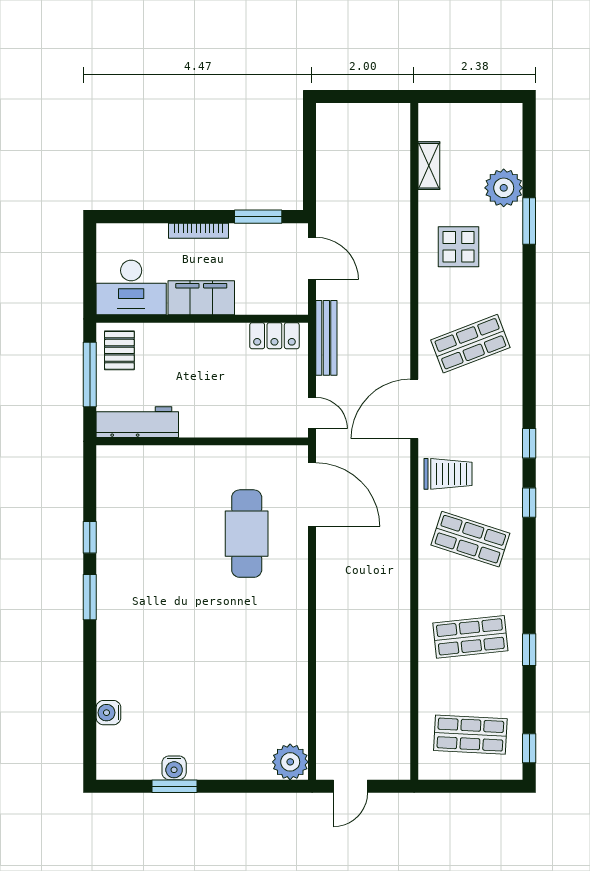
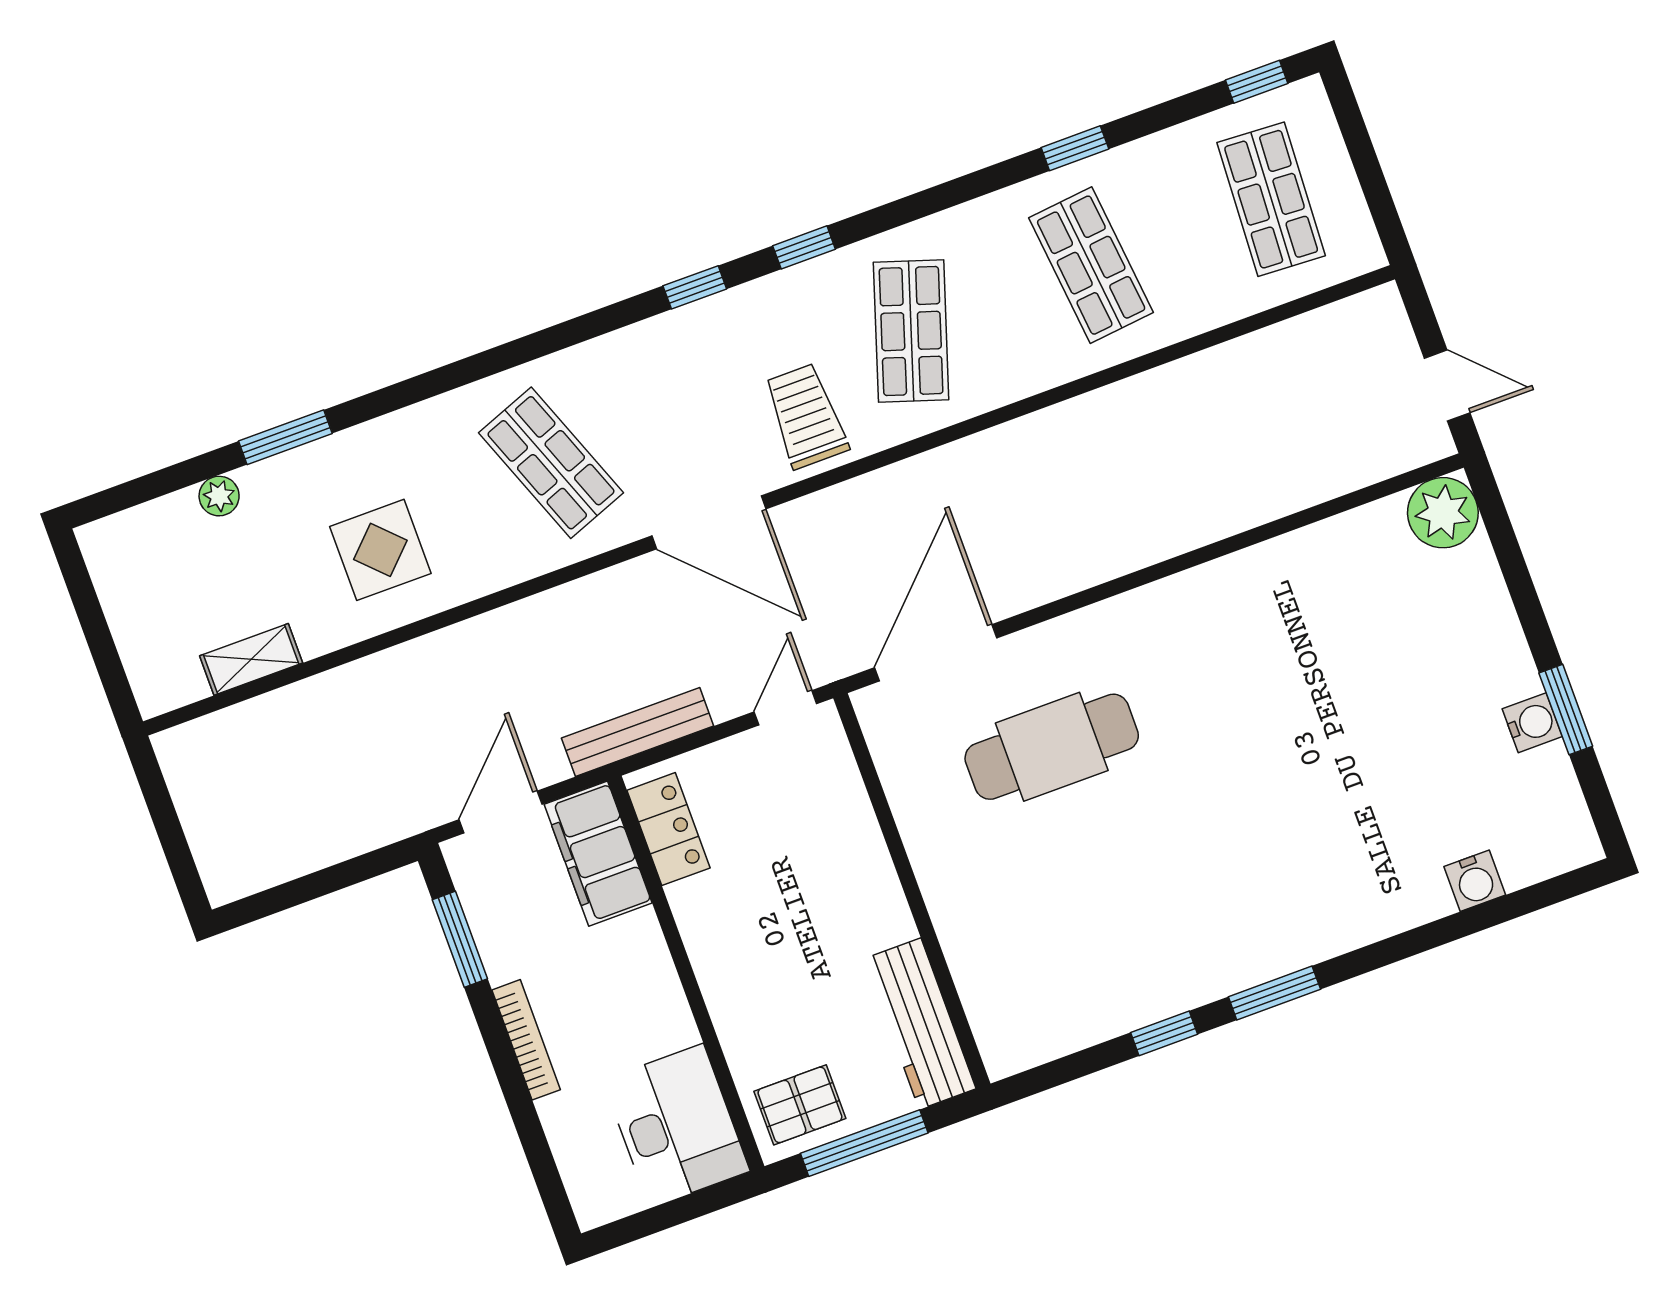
plant: (504, 188) -> (219, 496), width x0.53, depth x0.53
filing cabinet: (201, 298) -> (598, 854), moved

